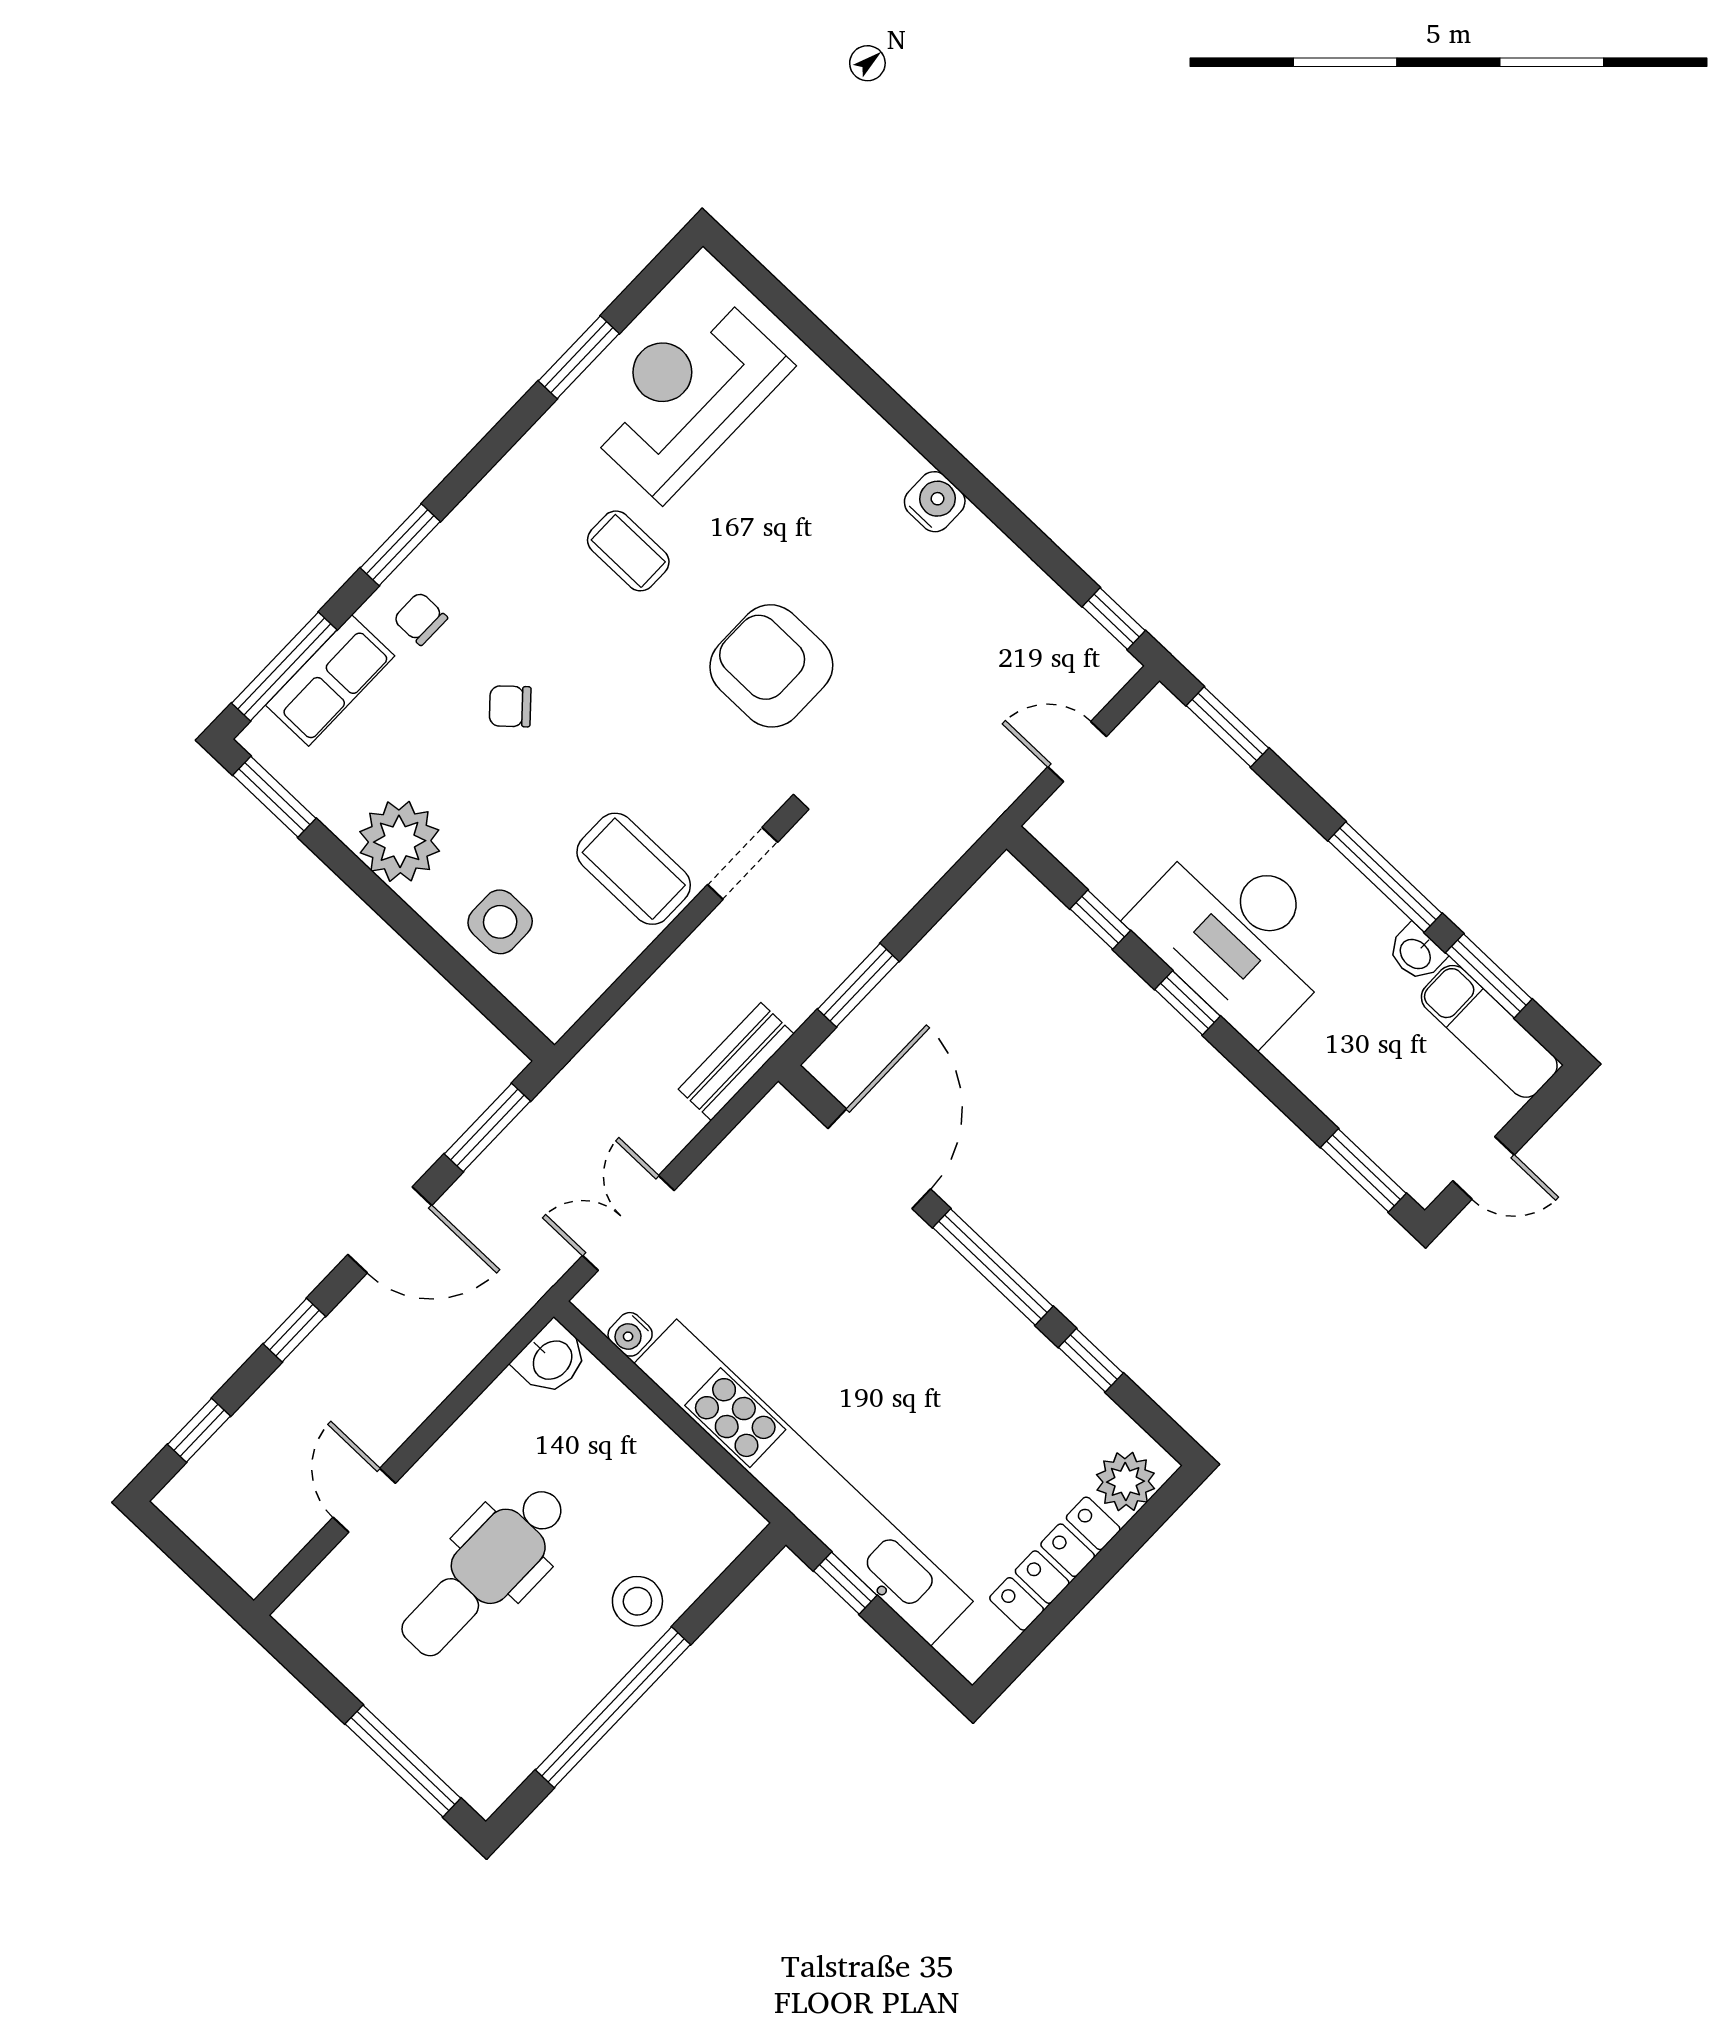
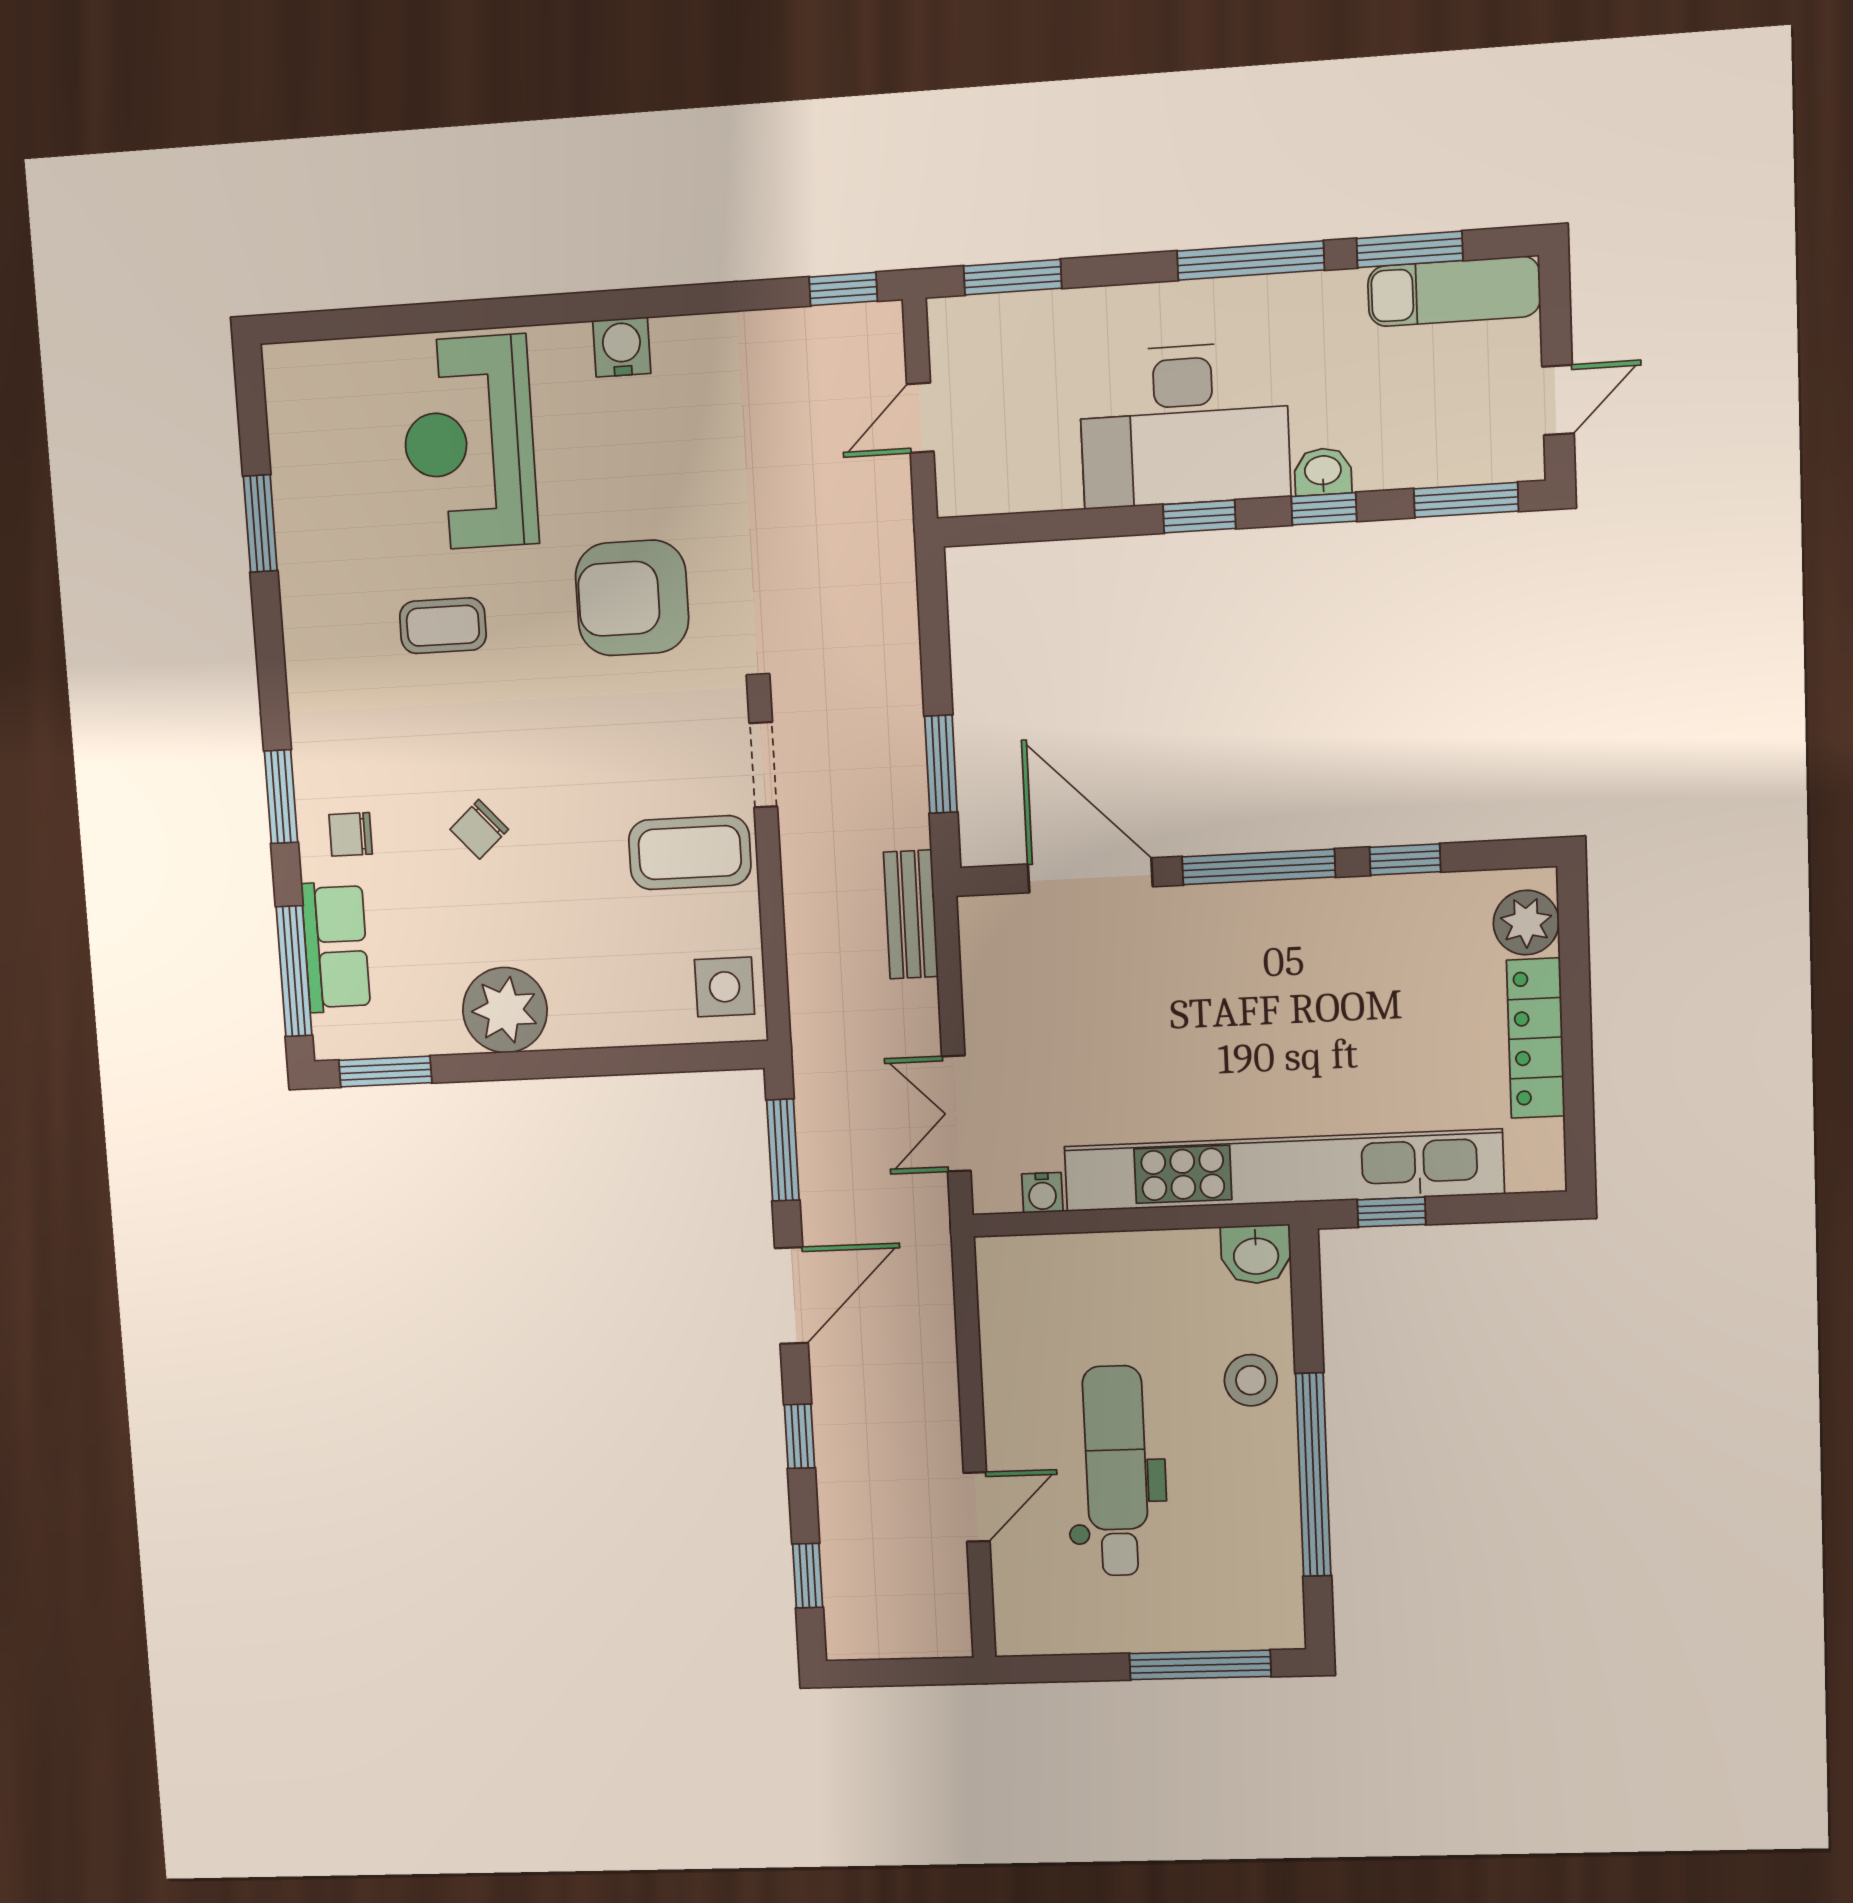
reception desk: (685, 394) -> (469, 443), moved
window: (1100, 920) -> (1324, 509), moved
side table: (500, 922) -> (725, 987), moved
washbasin: (1416, 953) -> (1323, 472), moved, turned 180
washbasin: (551, 1359) -> (1256, 1254), moved, turned 90
door: (364, 1500) -> (977, 1507), swing flipped
dental chair: (484, 1571) -> (1116, 1471), turned 180

